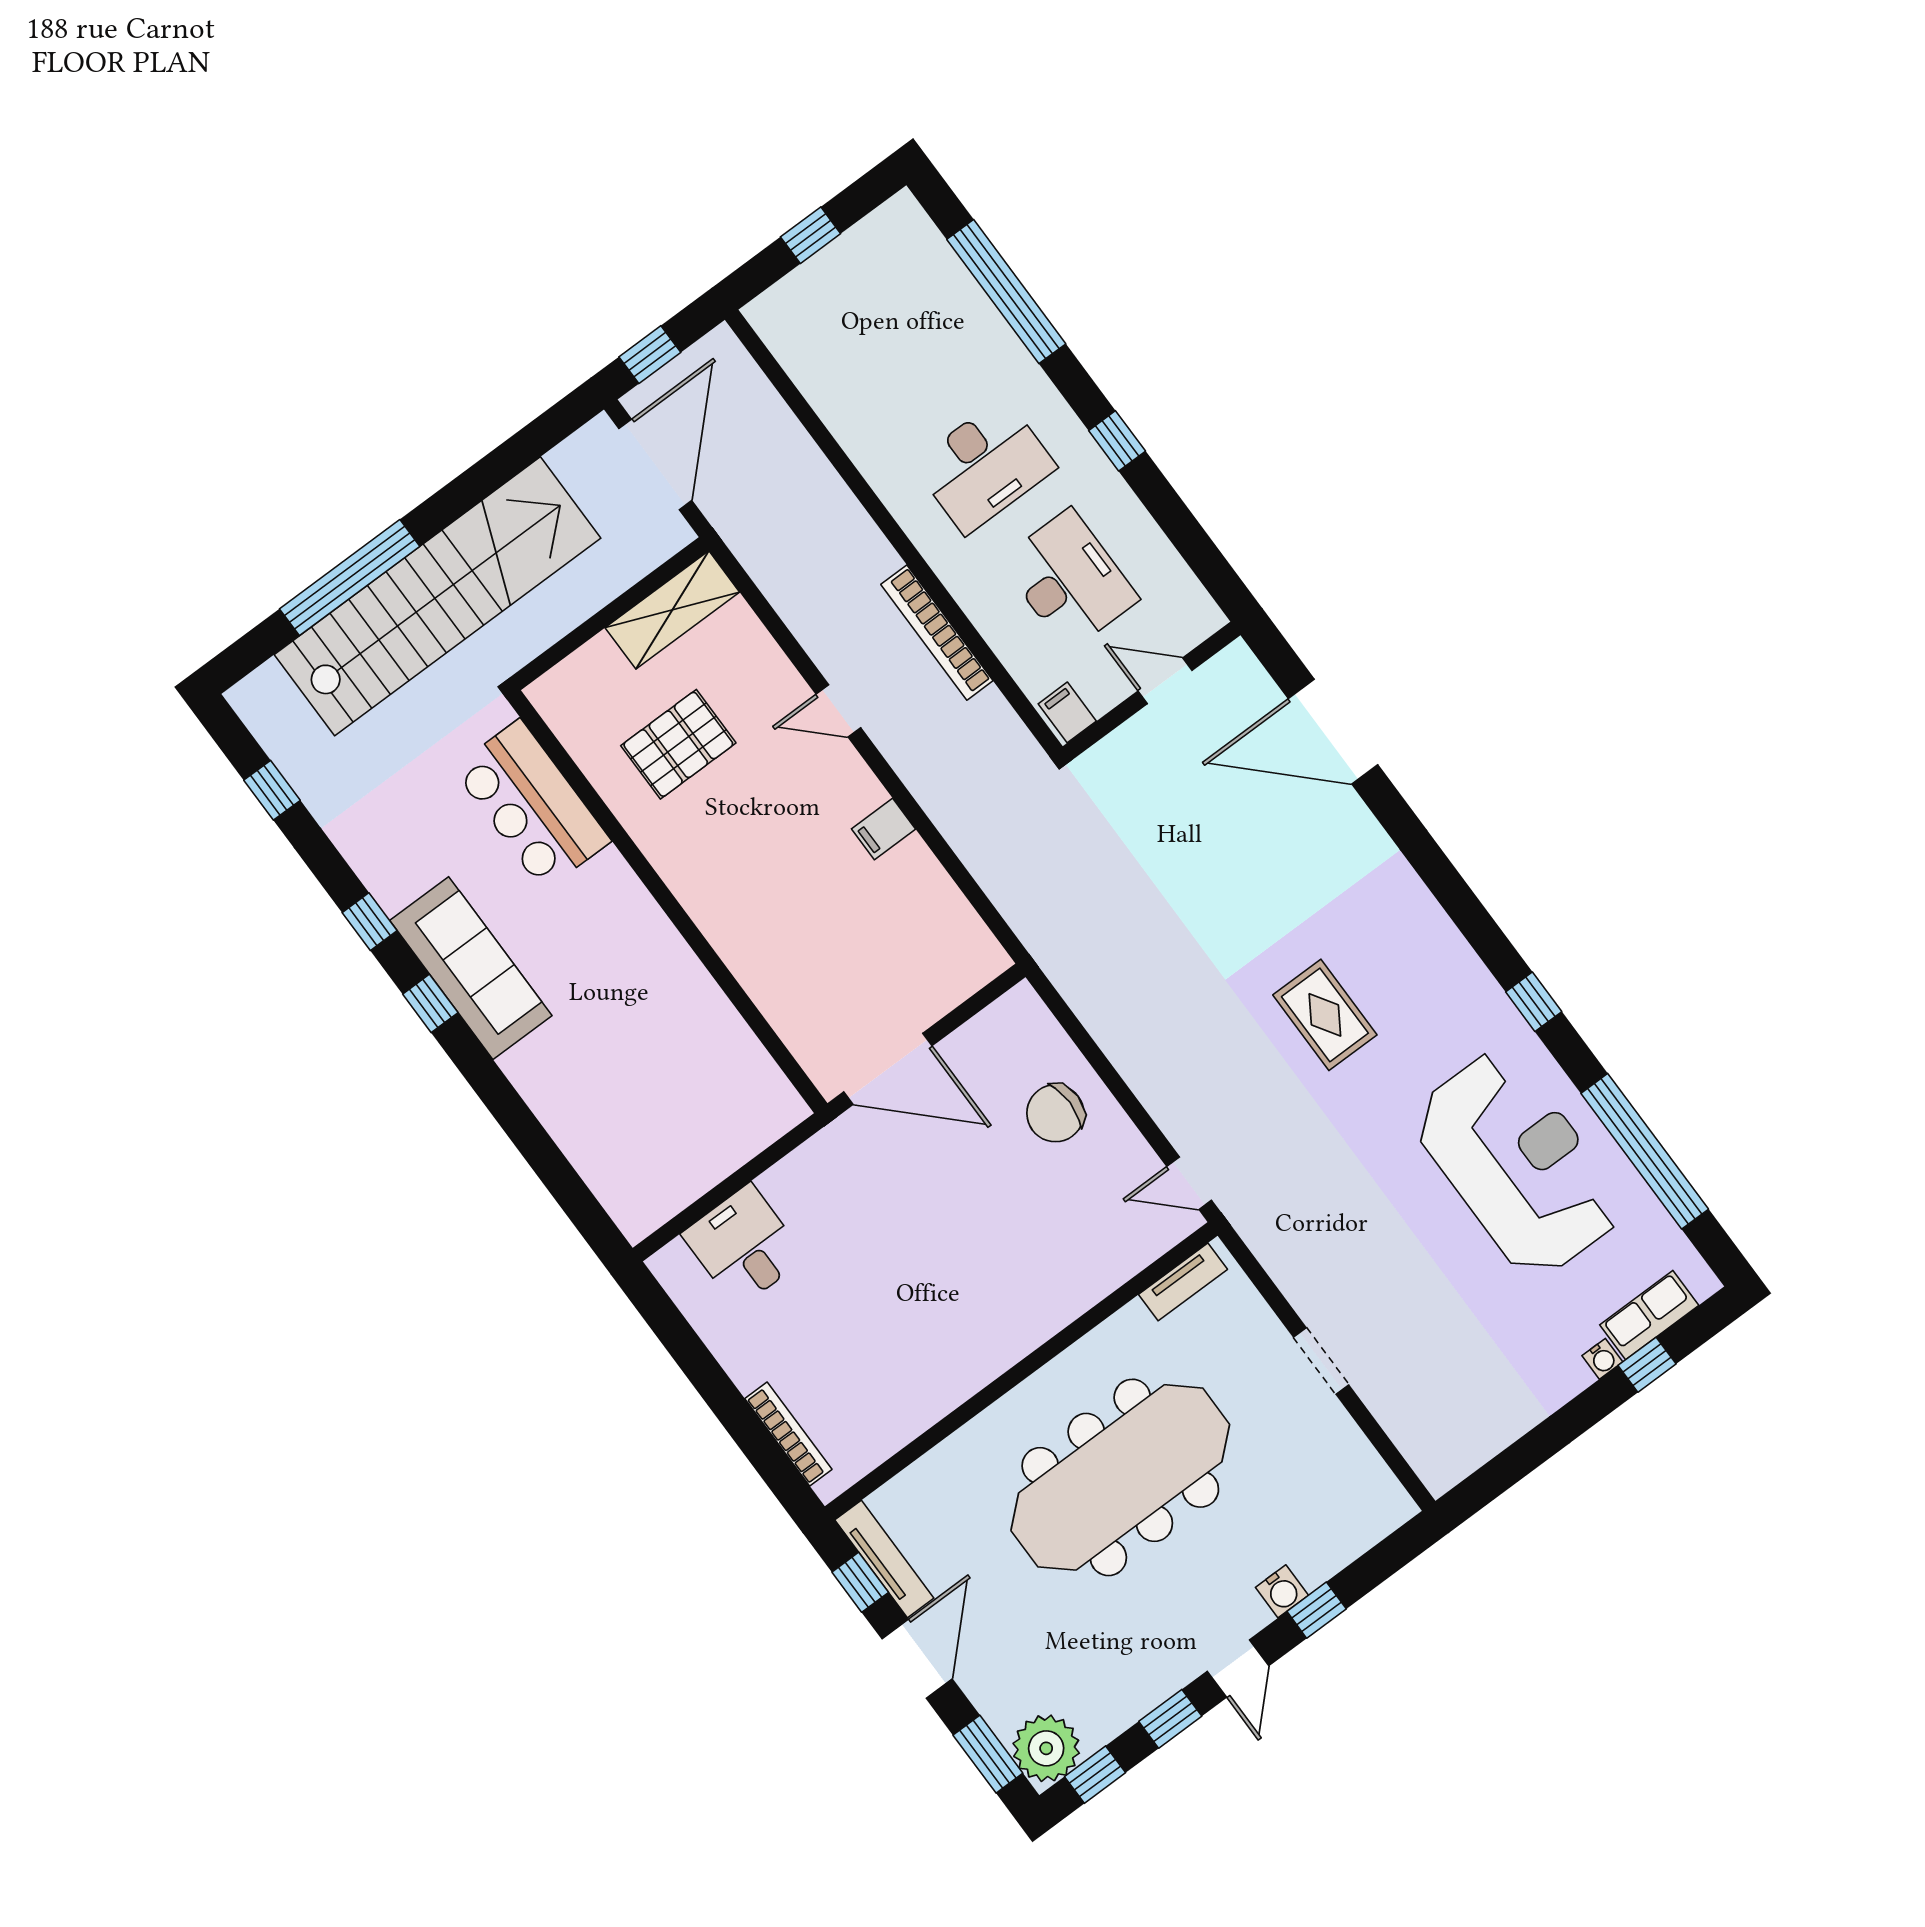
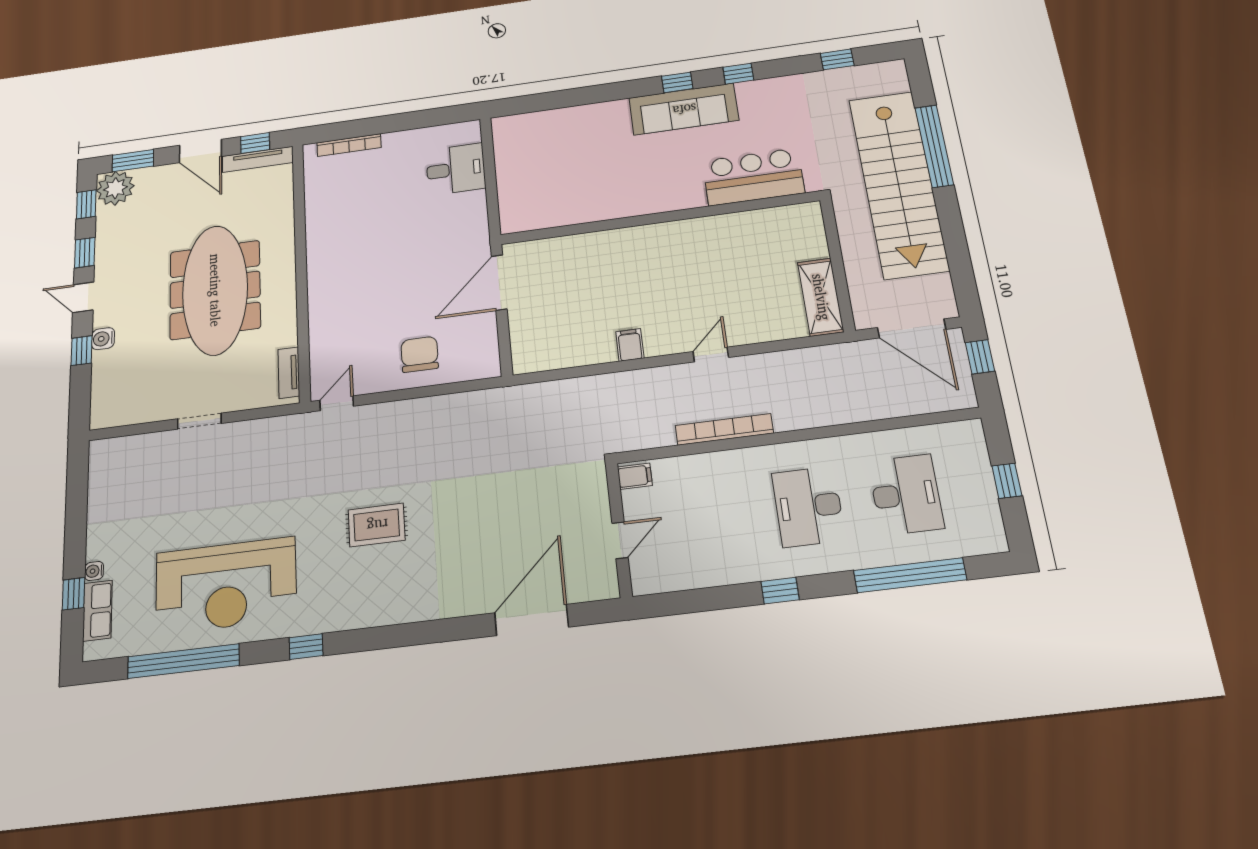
desk: (1069, 580) -> (906, 495), moved, turned -90
pallet: (678, 744) -> (742, 264), removed

